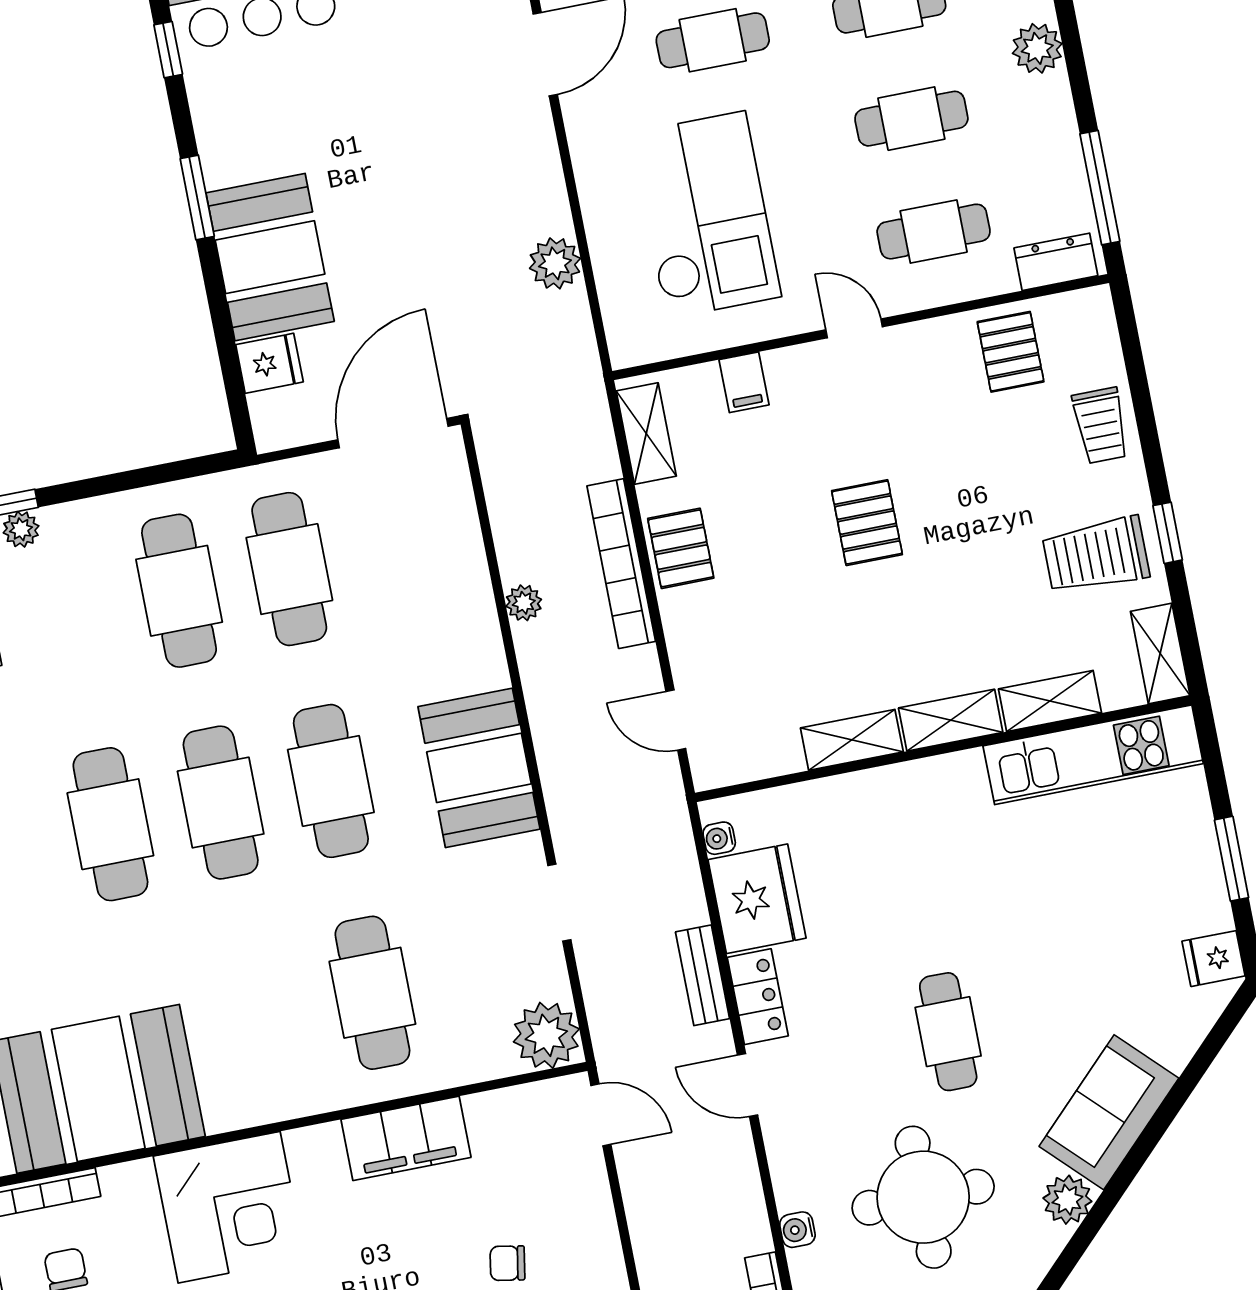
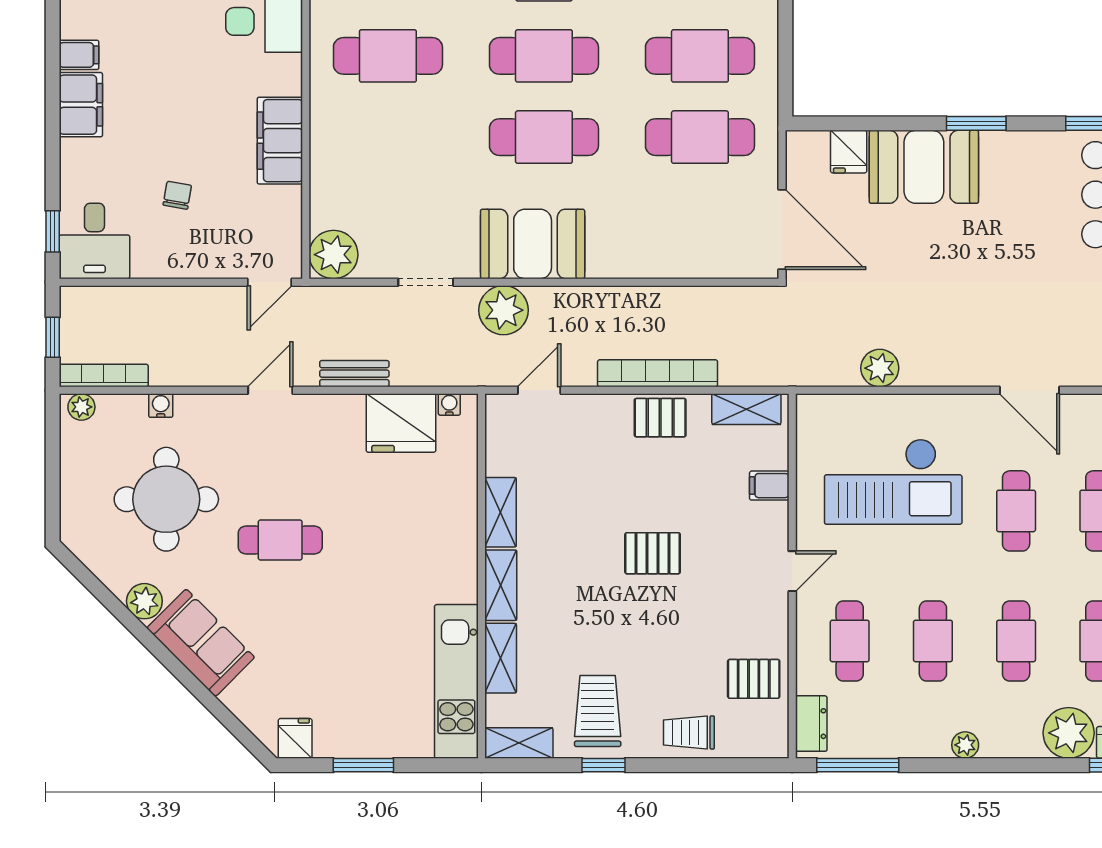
plant: (1037, 48) -> (965, 745), width x0.73, depth x0.73
plant: (524, 603) -> (504, 310), moved, width x1.87, depth x1.87
cafe table: (372, 993) -> (388, 56), moved
locker: (758, 997) -> (332, 410), removed

